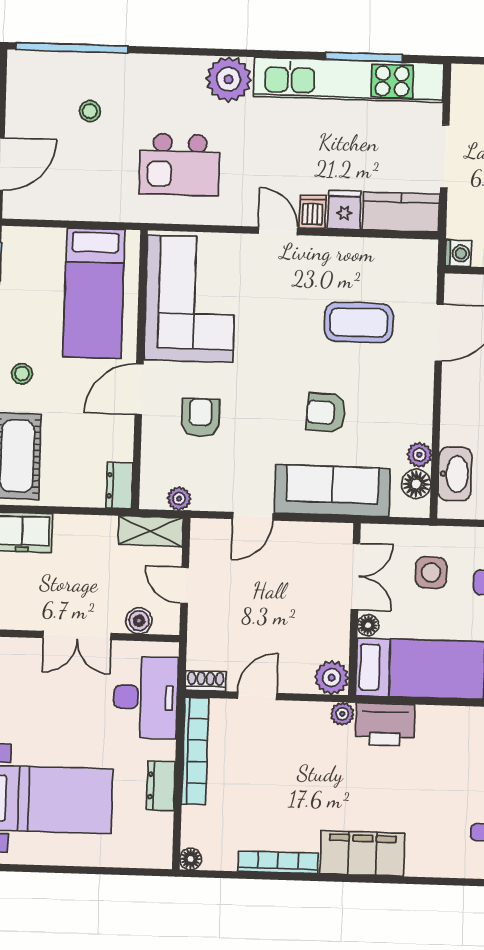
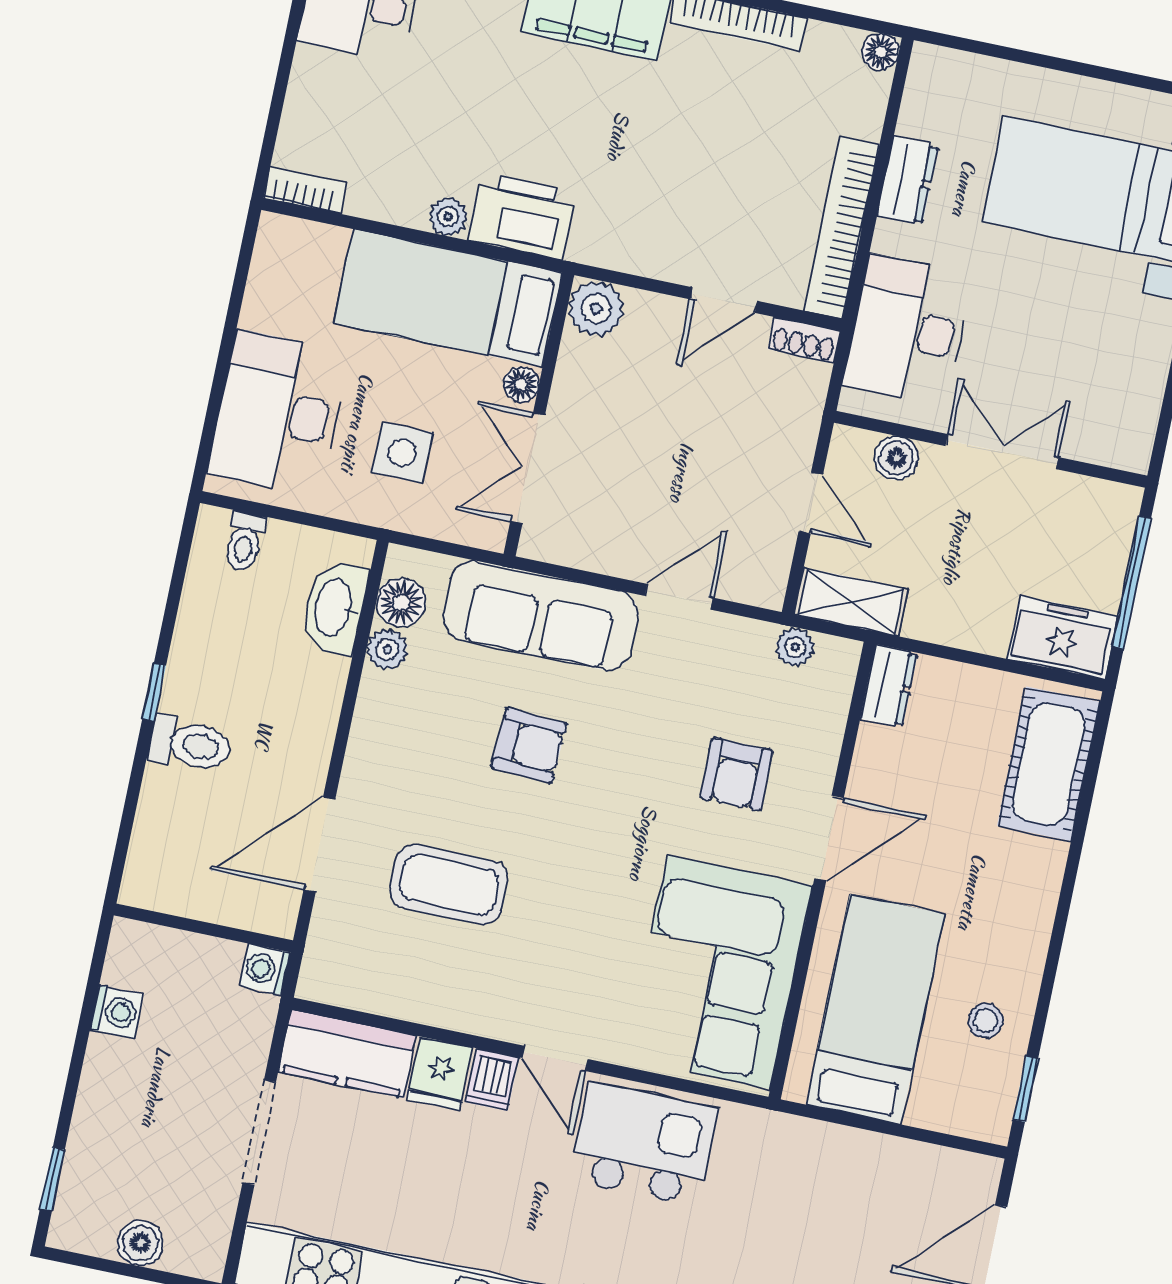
kitchen island: (180, 165) -> (644, 1144), moved
stool: (22, 374) -> (986, 1021), moved
plant: (342, 714) -> (448, 217), moved

